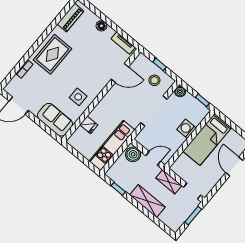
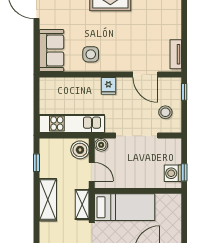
floor lamp: (101, 26) -> (175, 21), removed
window: (160, 64) -> (184, 92), moved
boiler: (180, 92) -> (101, 145), moved
fridge: (89, 125) -> (108, 86), moved
washing machine: (186, 129) -> (173, 173), moved, turned -90
bed: (207, 140) -> (125, 207), moved, turned 180

